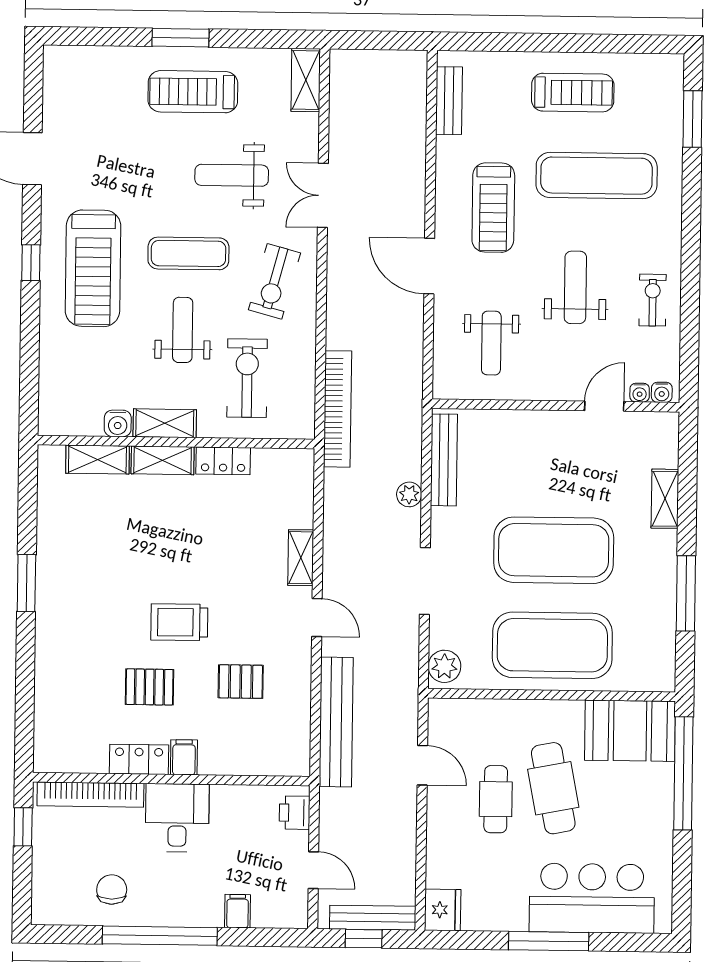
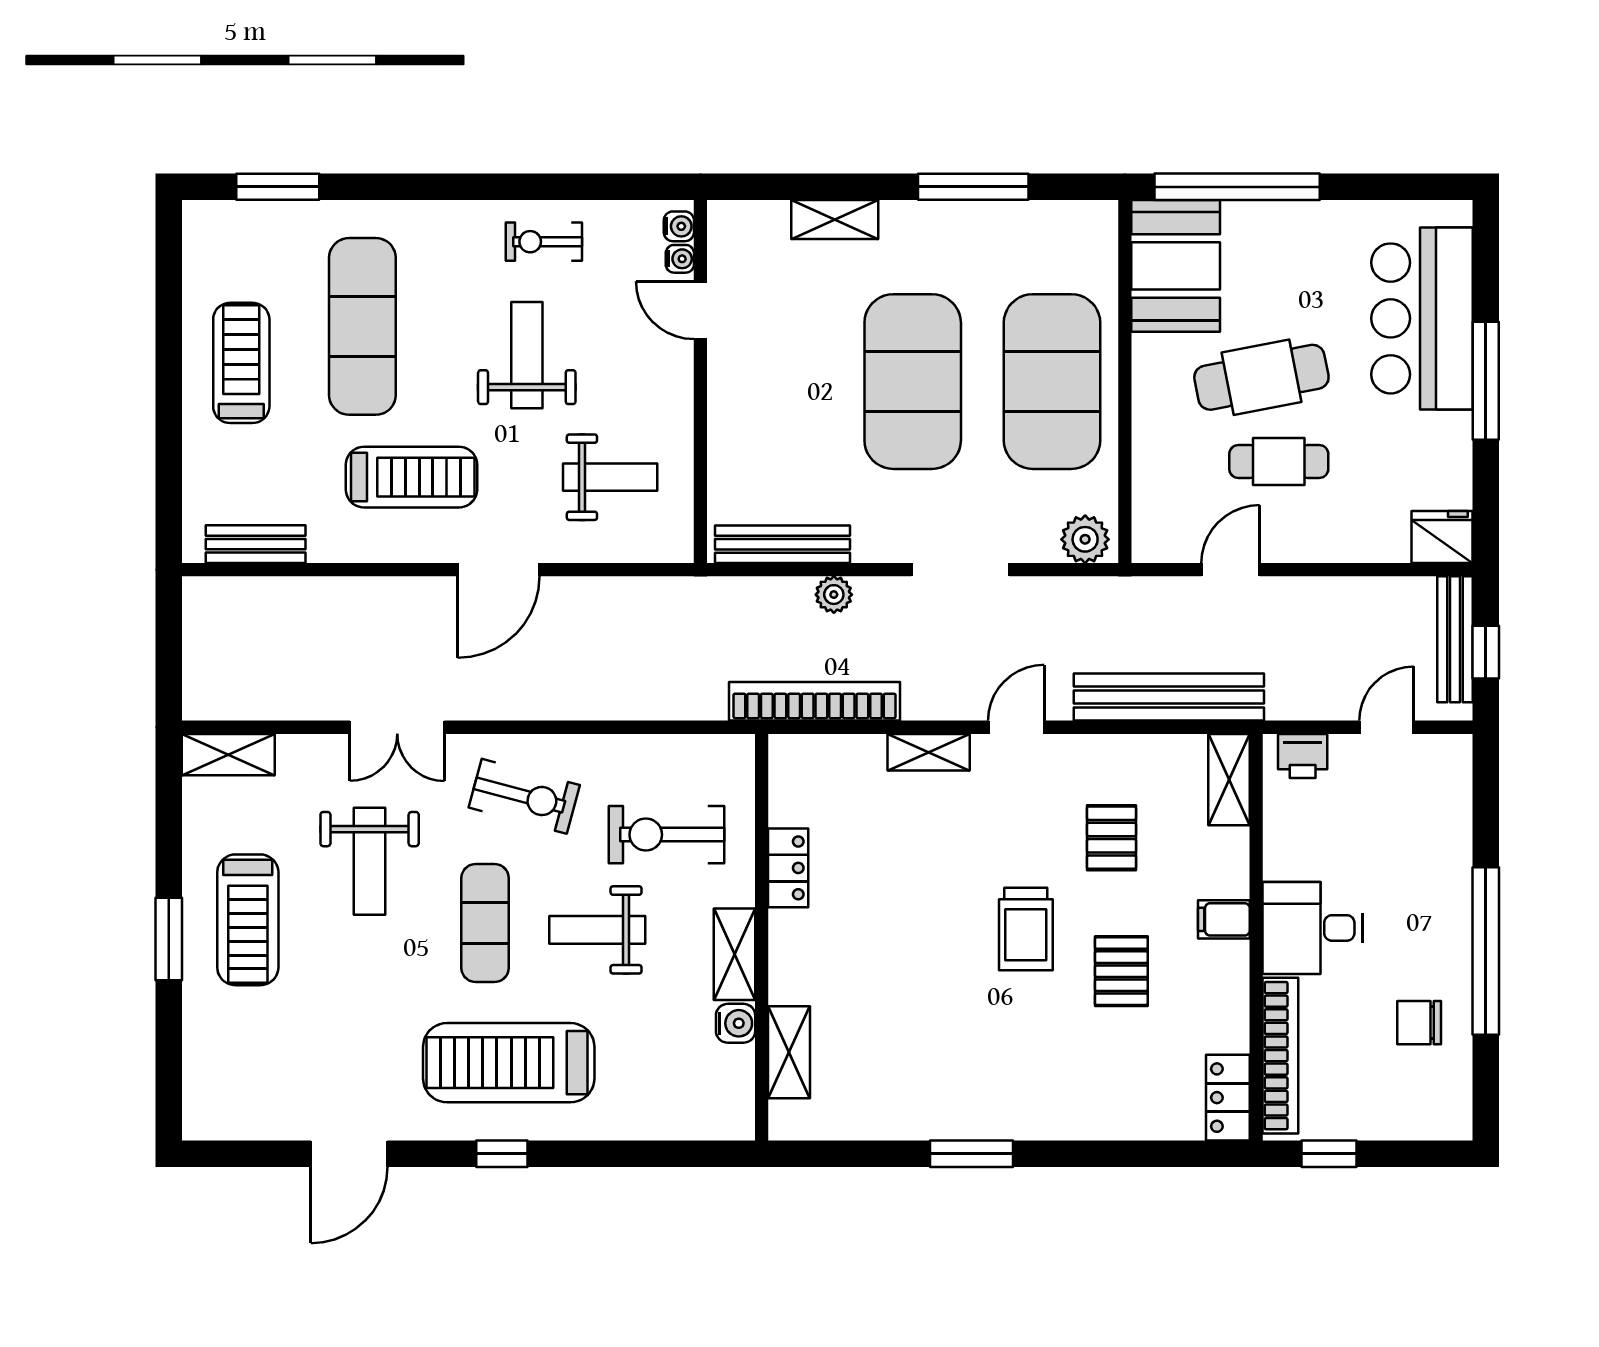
treadmill: (93, 268) -> (509, 1063), turned 180
weight bench: (575, 287) -> (527, 355), turned 90
bookcase: (338, 409) -> (815, 701), moved
shelving: (163, 460) -> (1229, 780), moved
locker: (139, 759) -> (1228, 1098), moved
filing cabinet: (237, 911) -> (1448, 838), removed

